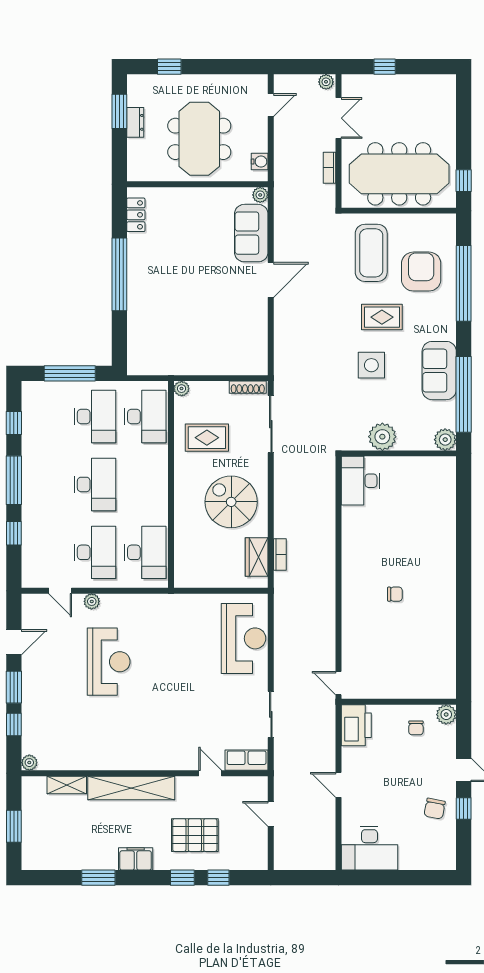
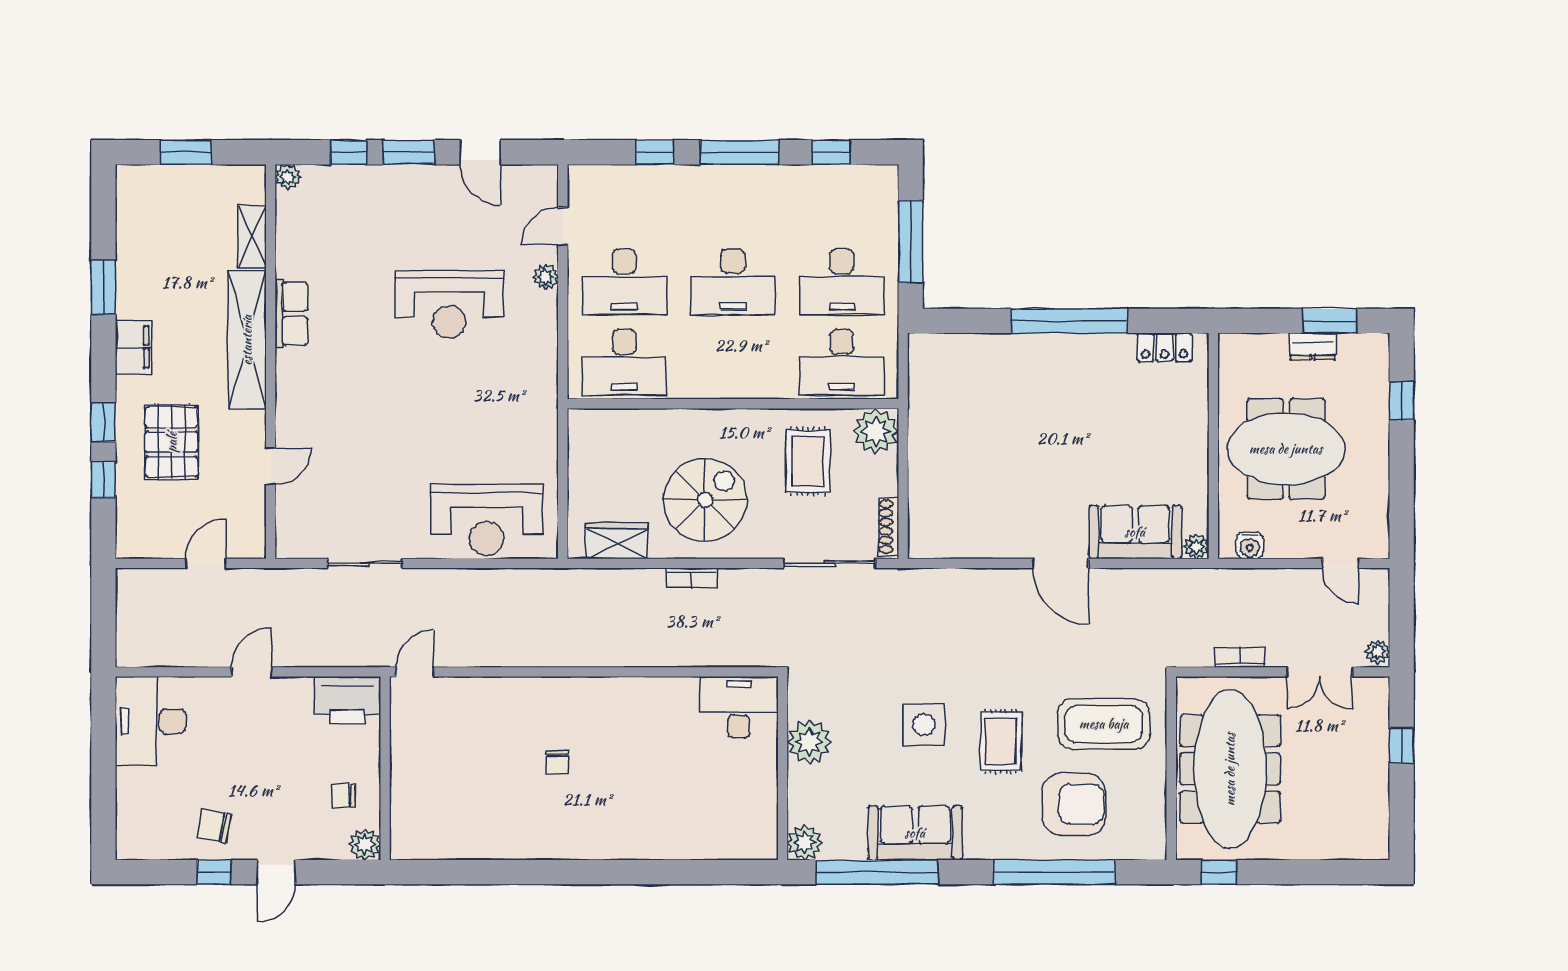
plant: (182, 389) -> (876, 431), width x1.87, depth x1.87
bookcase: (280, 555) -> (692, 578), moved
row of seats: (247, 760) -> (291, 314), moved

